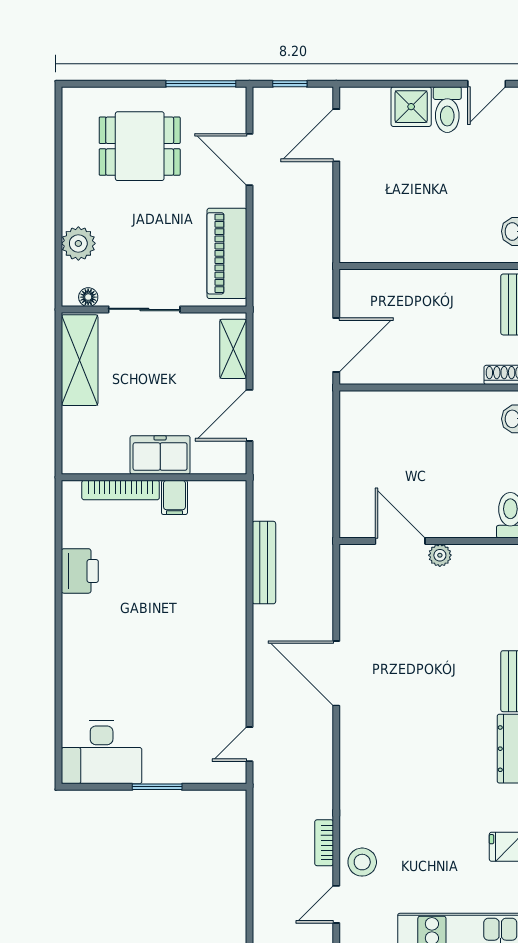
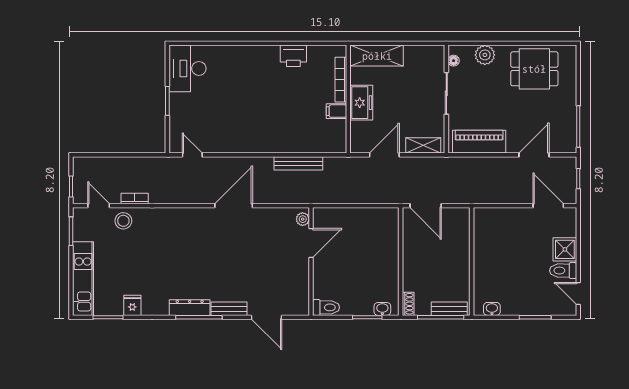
dining table: (140, 146) -> (534, 69), moved, turned 90
shelving: (80, 360) -> (377, 56), moved
door: (249, 415) -> (384, 155), hinge flipped
plant: (440, 555) -> (303, 219), moved

